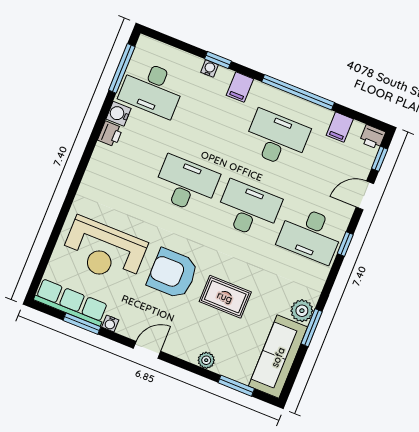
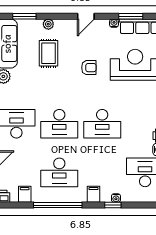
armchair: (173, 274) -> (89, 68), width x0.53, depth x0.53
rug: (225, 297) -> (48, 53), moved, turned 90

